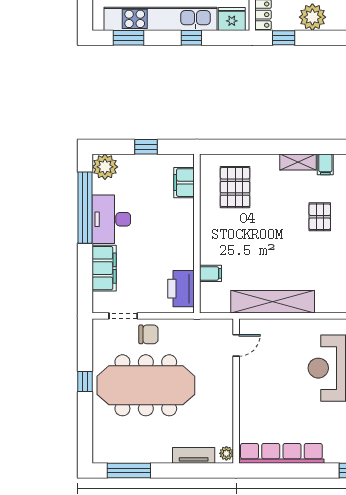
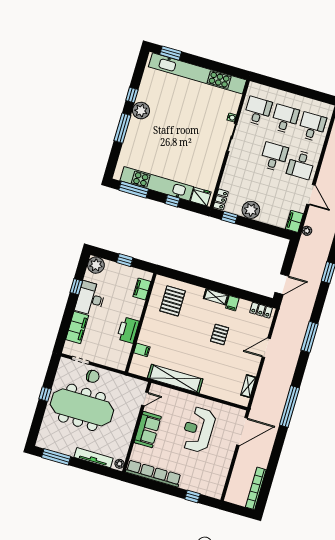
window: (128, 38) -> (134, 190), width x1.44
window: (85, 208) -> (76, 287), width x0.32
printer: (181, 289) -> (128, 330), moved
sofa: (254, 390) -> (148, 430), added
tv unit: (194, 455) -> (94, 458), width x1.41

